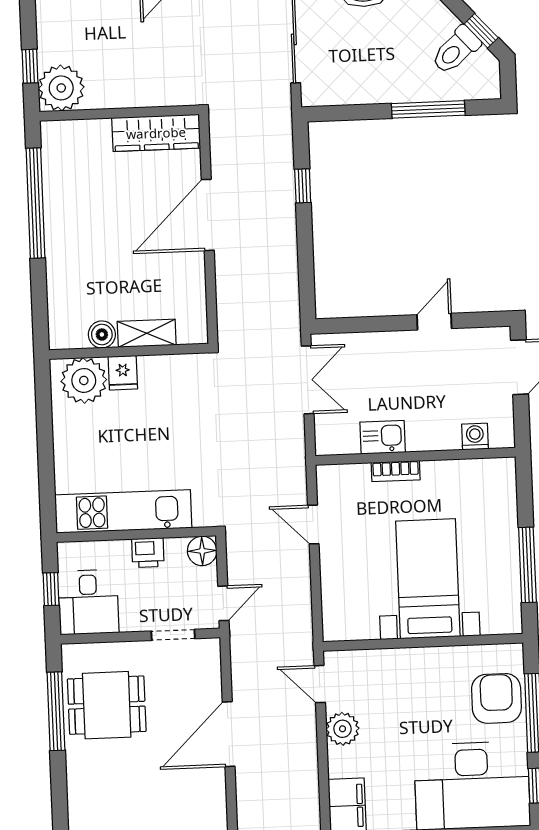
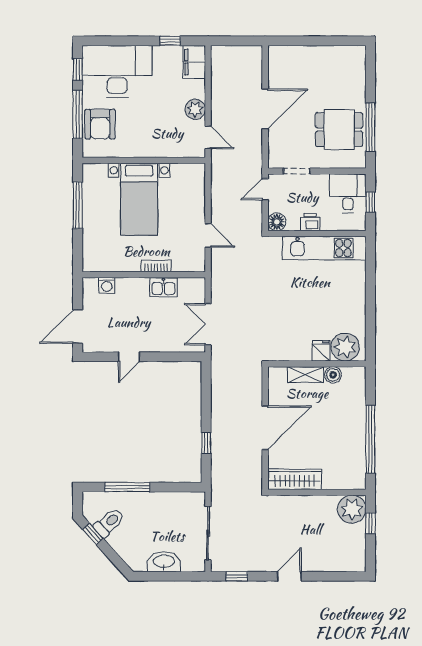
shelving: (147, 333) -> (305, 375), moved
boiler: (102, 335) -> (333, 375), moved
wall: (129, 351) -> (317, 364), moved
fridge: (123, 373) -> (321, 351), moved
plant: (84, 380) -> (345, 347), moved

